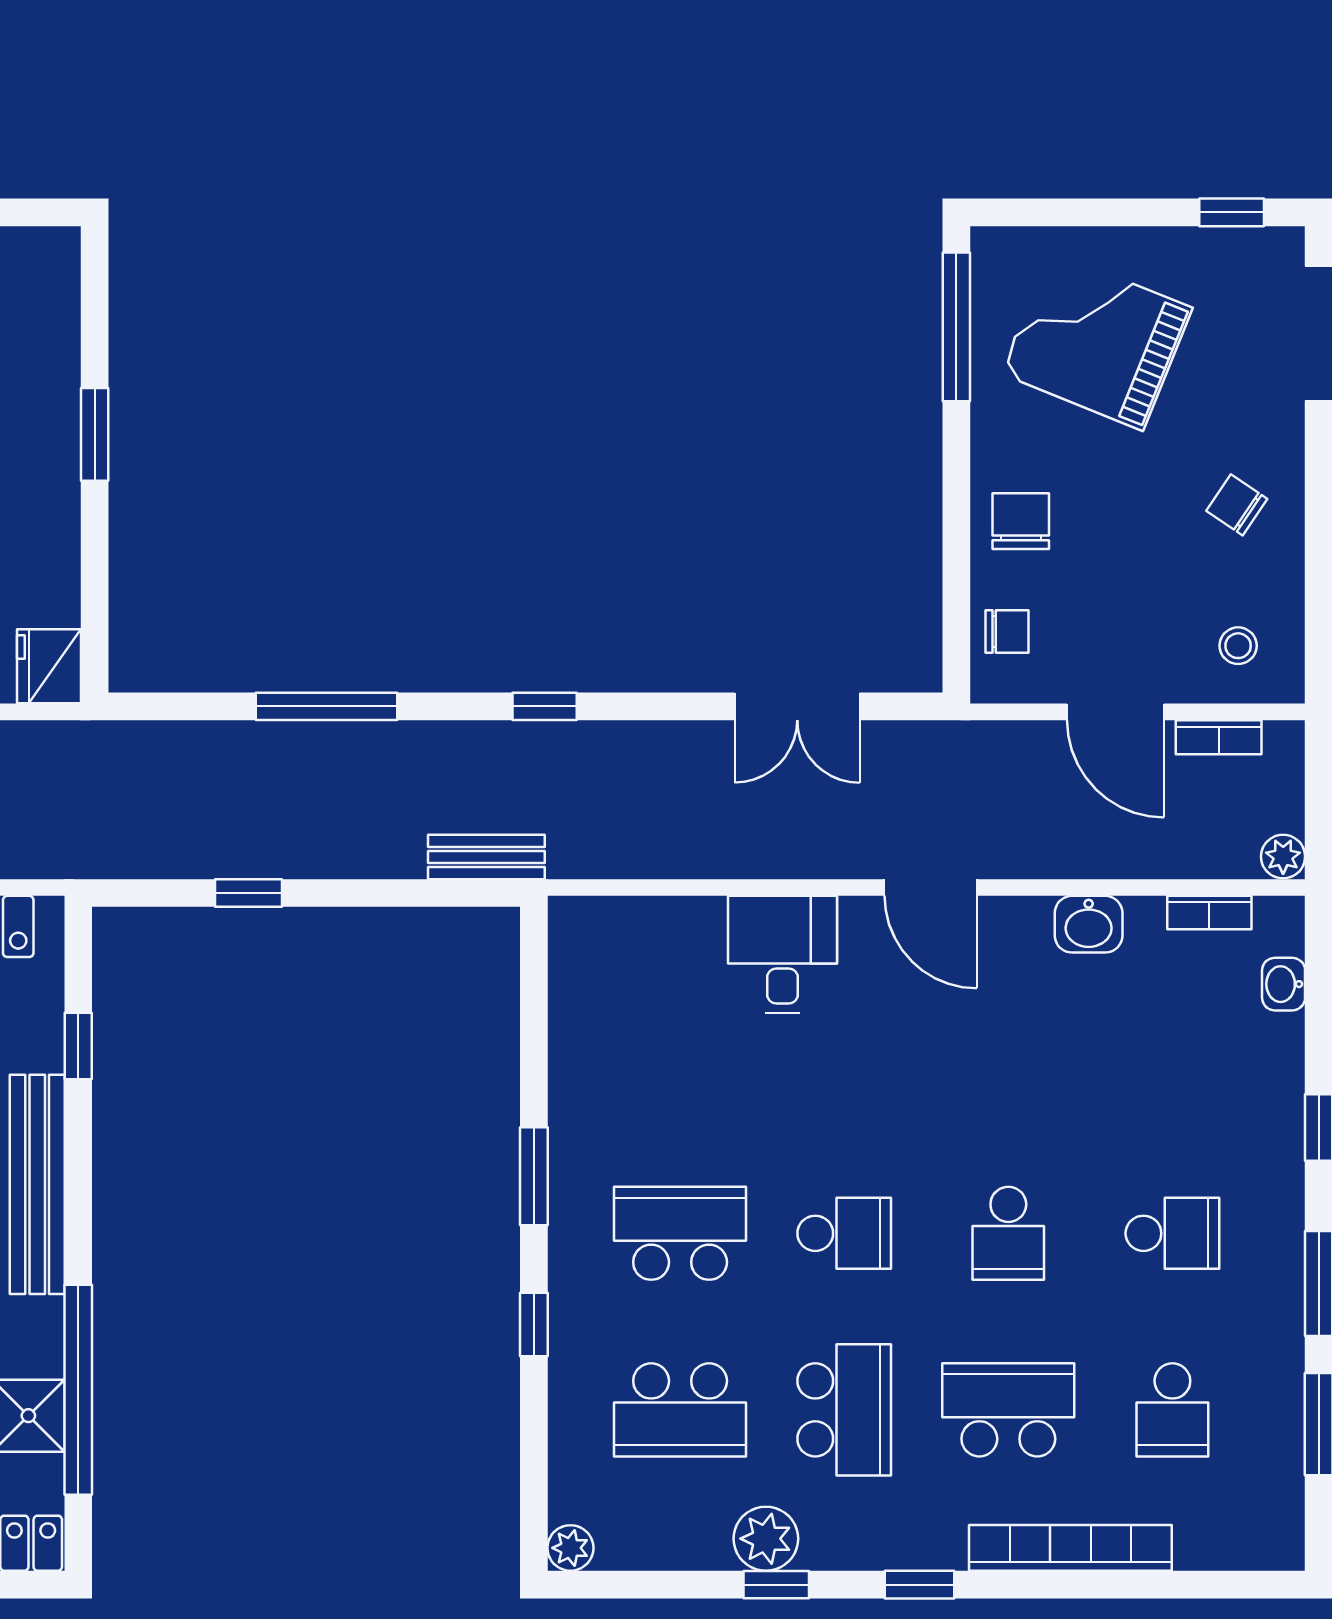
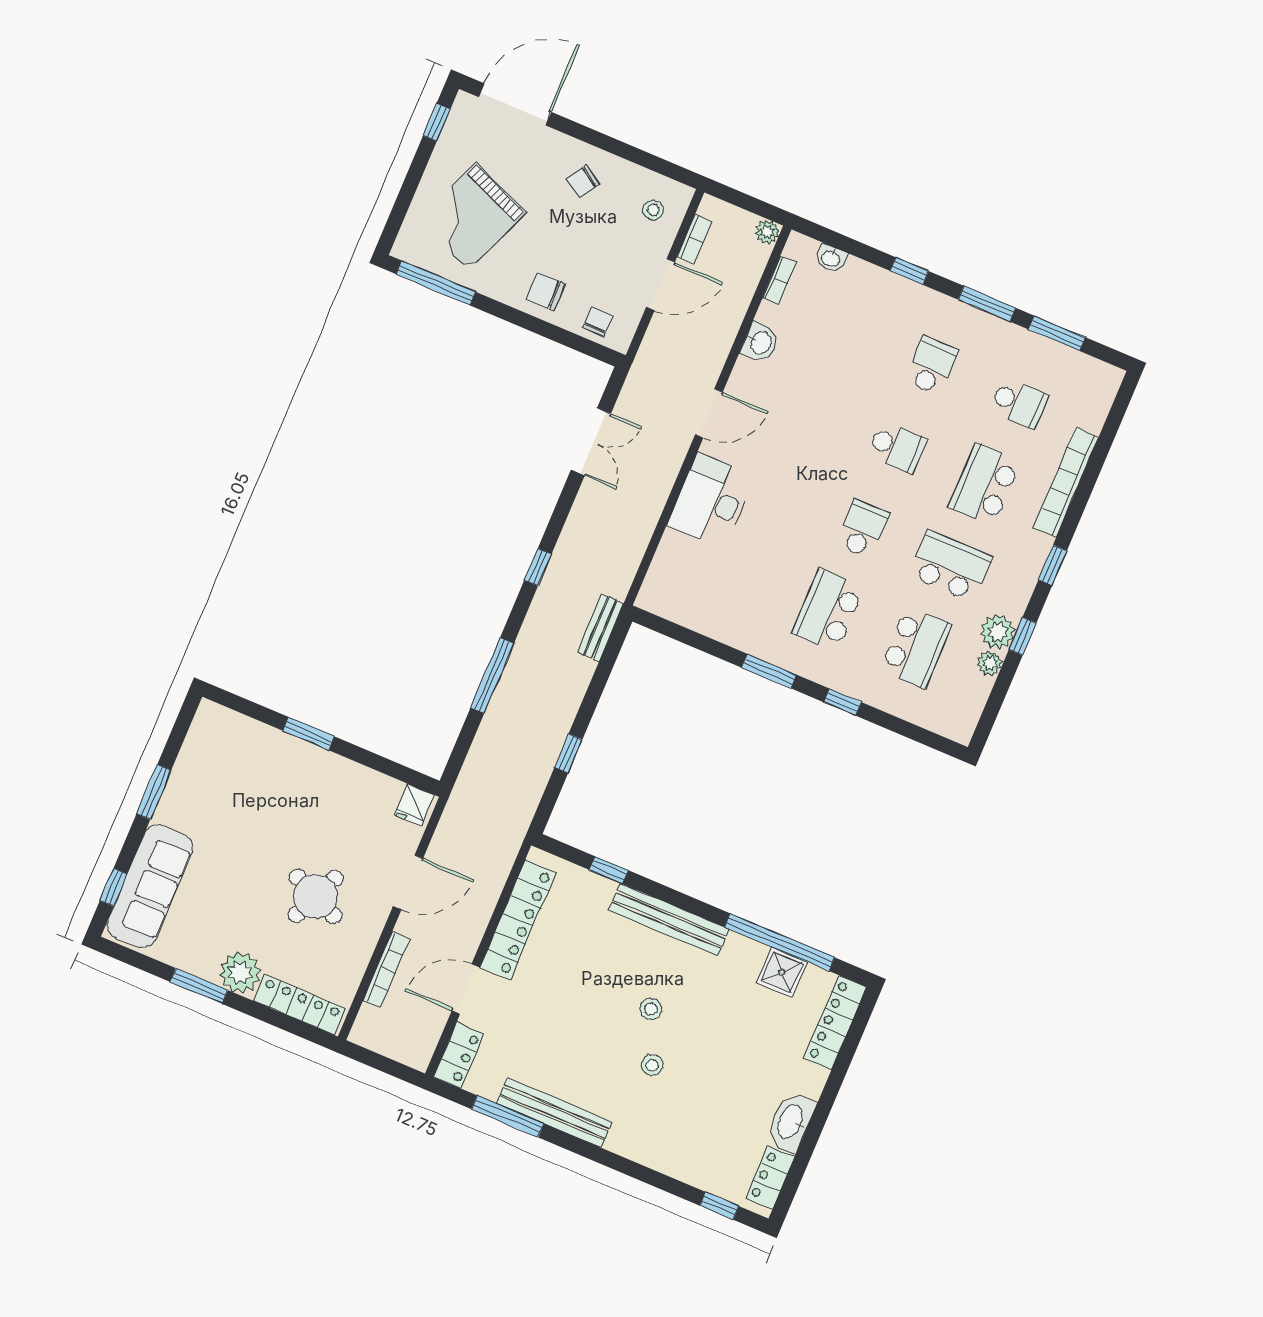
fridge: (49, 666) -> (414, 805), width x0.72
desk: (782, 954) -> (711, 501), width x1.37
plant: (570, 1548) -> (990, 663), moved

